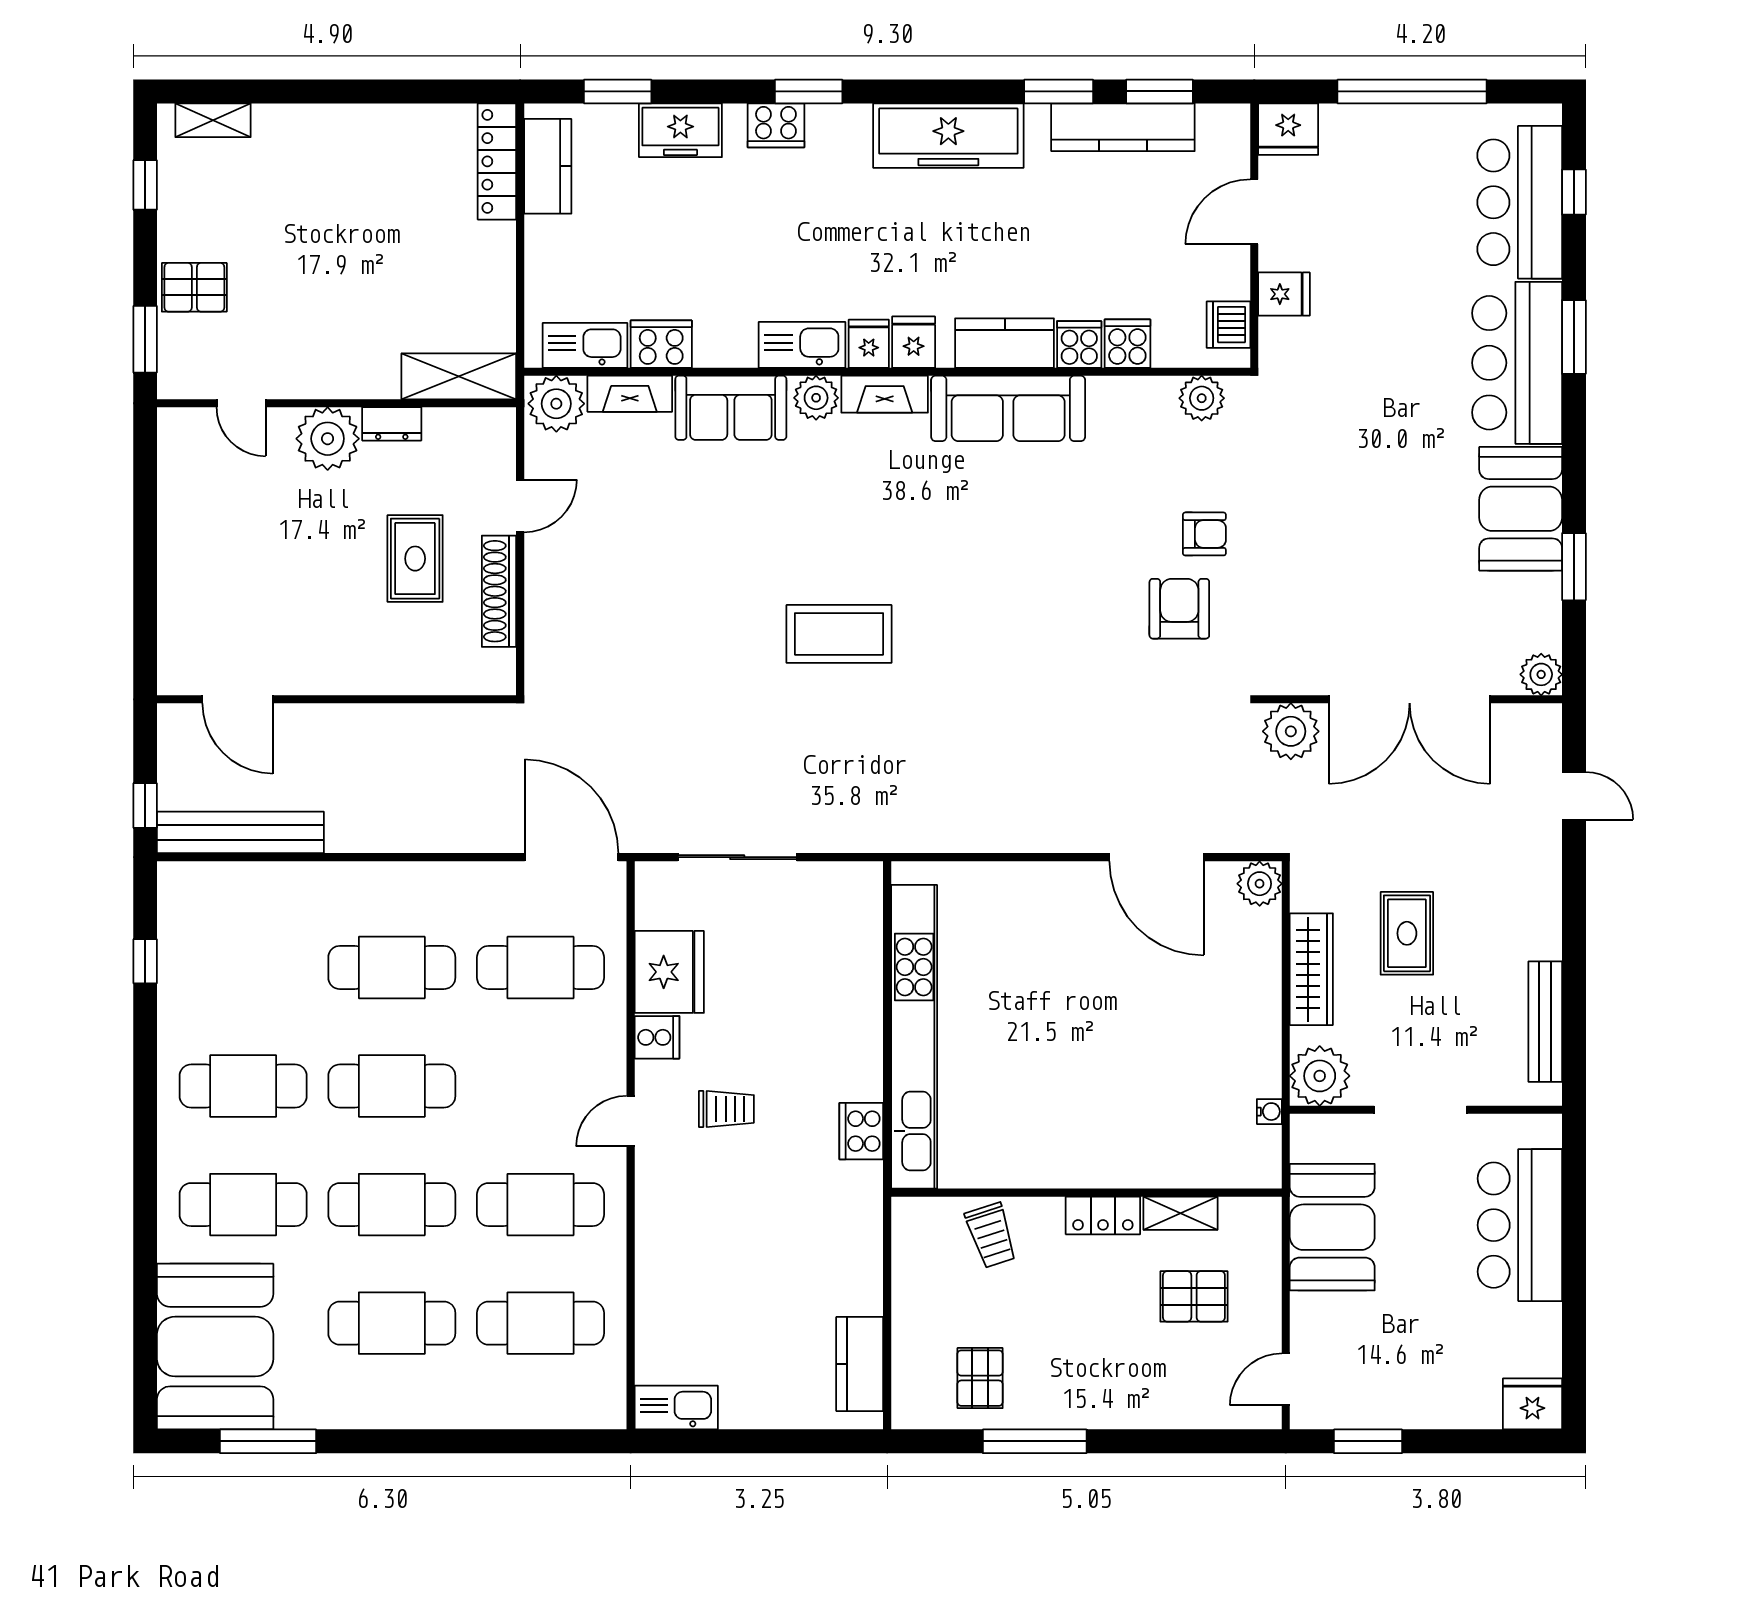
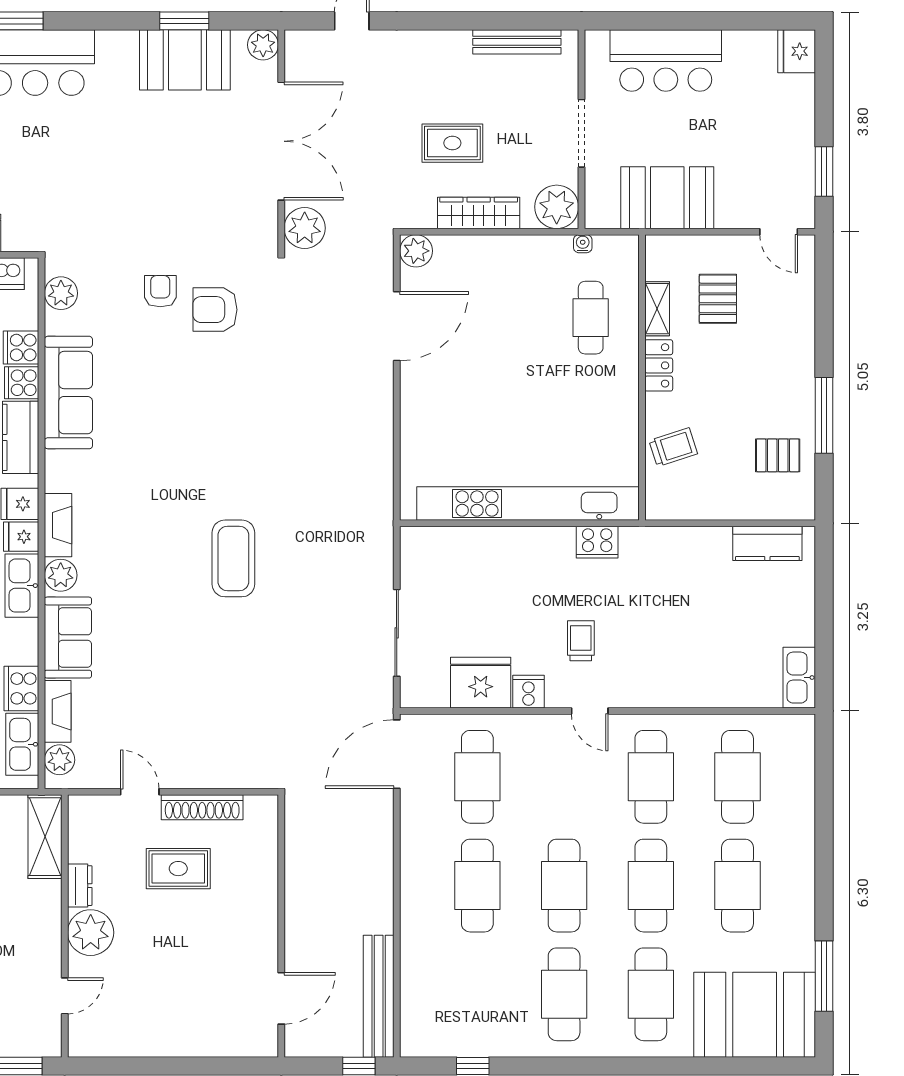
plant: (556, 404) -> (60, 760), width x0.73, depth x0.73
sofa: (1008, 408) -> (68, 393), moved
booth: (1521, 509) -> (185, 60), moved
cafe table: (1168, 1122) -> (591, 318), added

